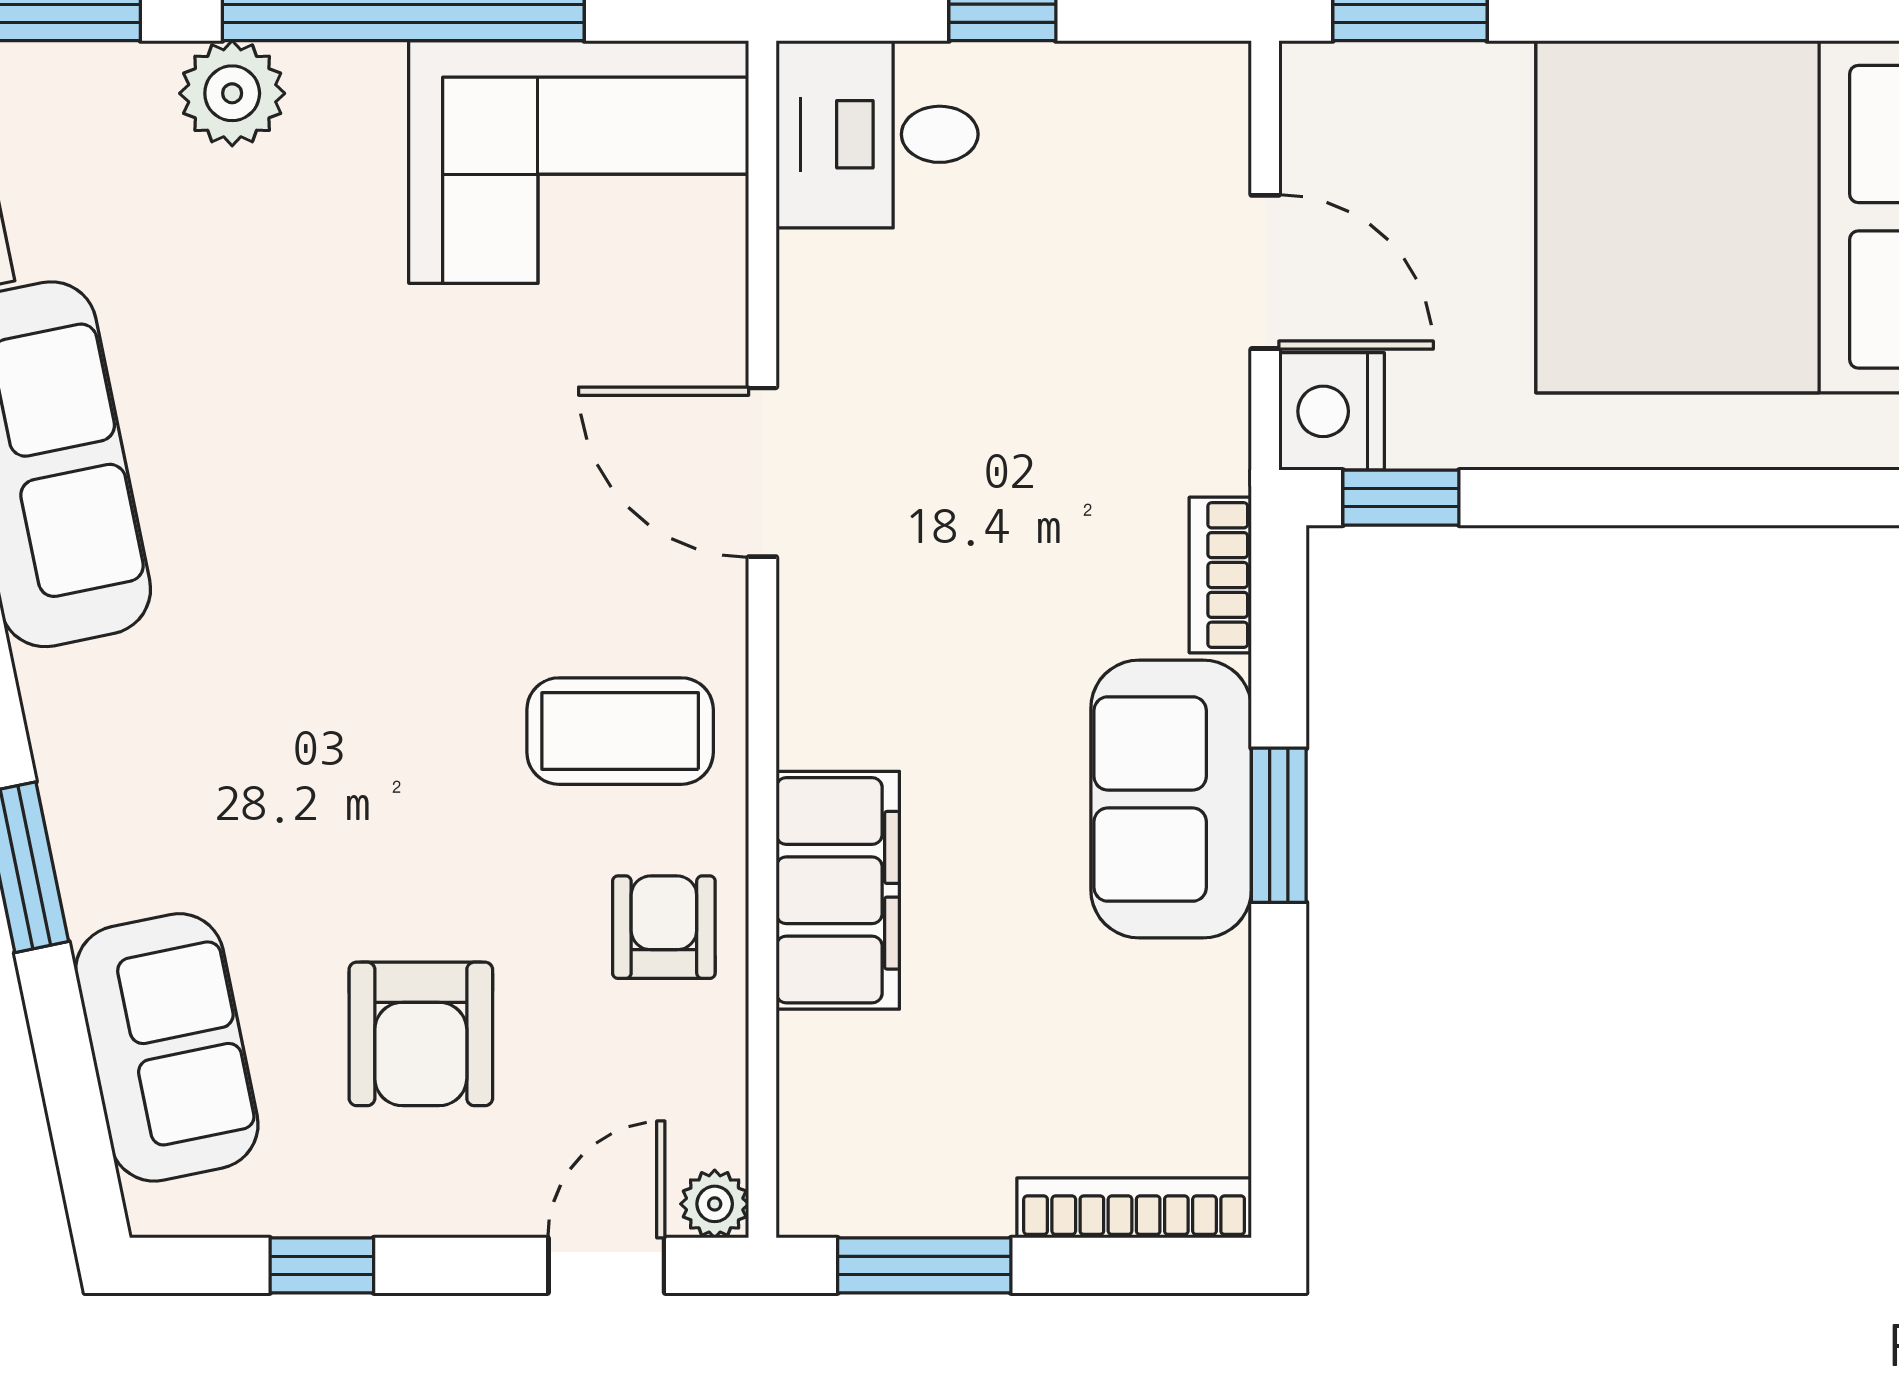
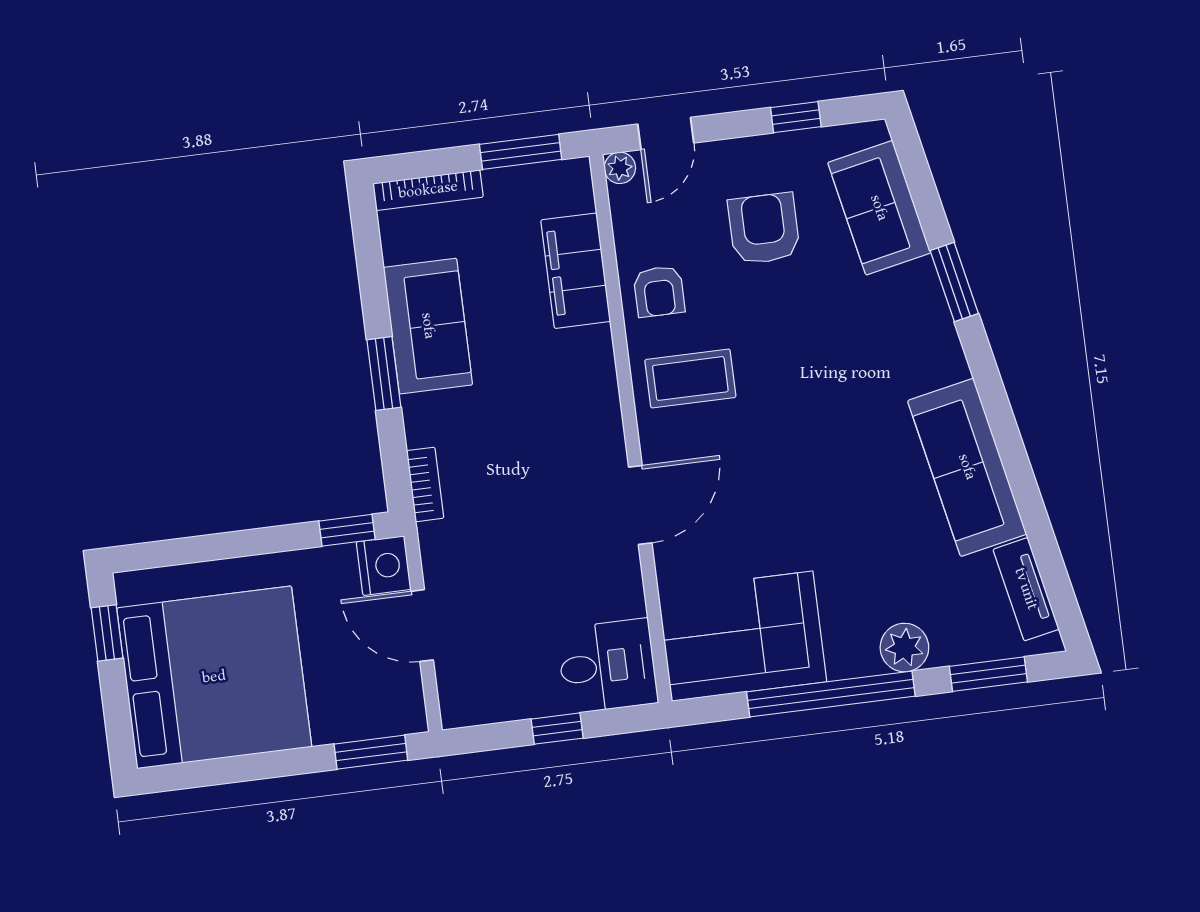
door: (762, 472) -> (640, 505), hinge flipped
sofa: (1171, 799) -> (428, 326), moved
filing cabinet: (838, 890) -> (576, 271), moved

